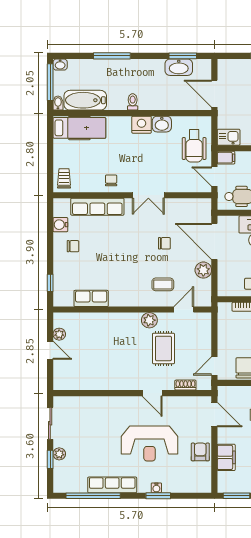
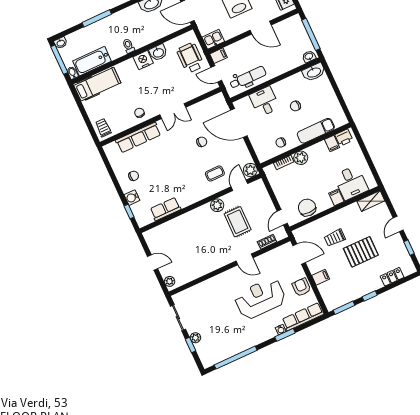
wheelchair: (194, 146) -> (190, 58), turned 180
water cooler: (60, 225) -> (132, 198), moved
plant: (203, 270) -> (250, 170), moved
plant: (59, 334) -> (170, 281), moved
reception desk: (150, 443) -> (260, 298), turned 180
filing cabinet: (226, 457) -> (321, 277), width x0.50
row of seats: (112, 485) -> (303, 317), moved

